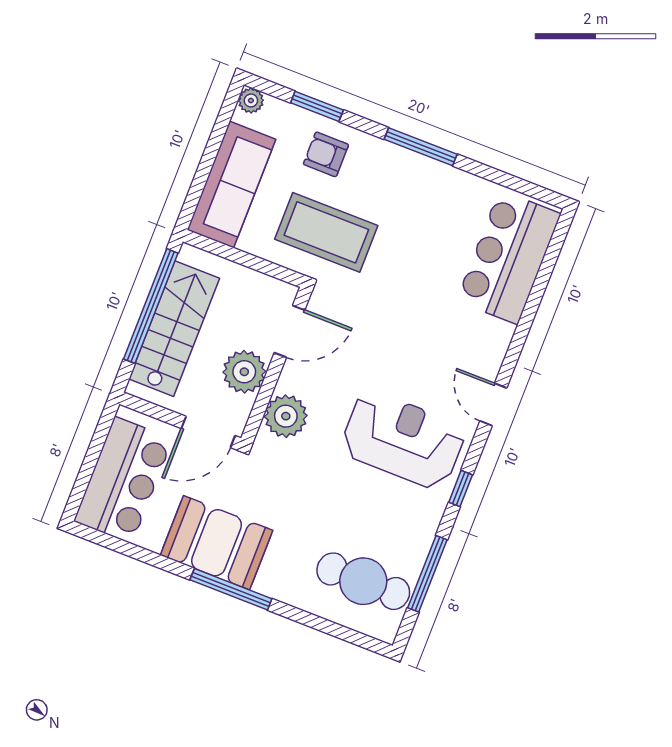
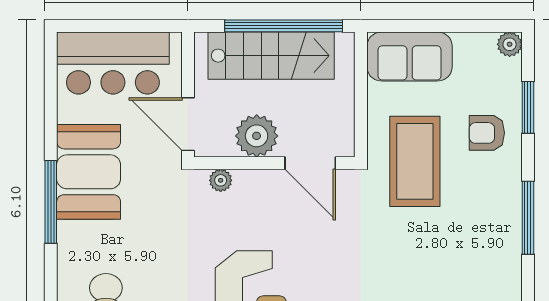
armchair: (326, 154) -> (487, 133), turned -90
sofa: (231, 185) -> (410, 56), width x0.73
plant: (286, 416) -> (221, 180), width x0.53, depth x0.53

